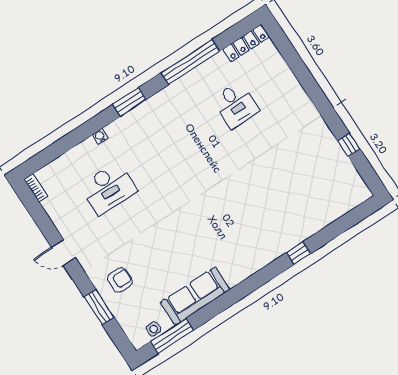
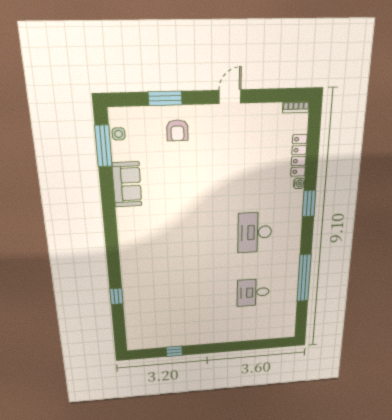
locker: (246, 43) -> (299, 156), moved
window: (129, 102) -> (309, 203), moved
desk: (108, 188) -> (255, 232), moved
window: (299, 253) -> (116, 296), moved
sofa: (195, 296) -> (127, 184), width x0.73

